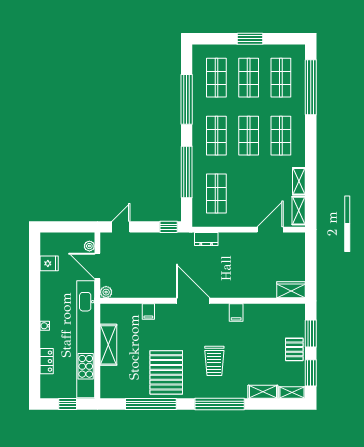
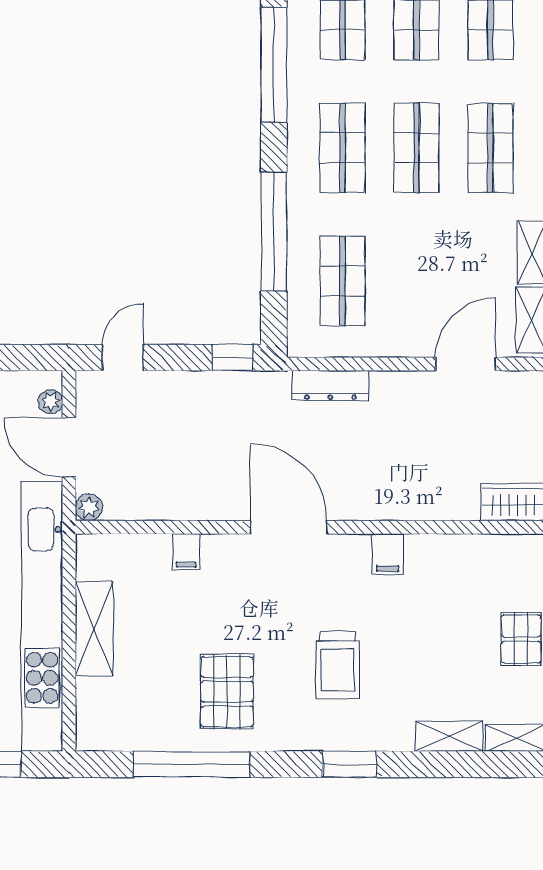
dresser: (206, 239) -> (330, 385), width x1.44
pallet: (166, 372) -> (227, 692), width x0.73, depth x0.71
window: (220, 404) -> (350, 764), width x0.47

